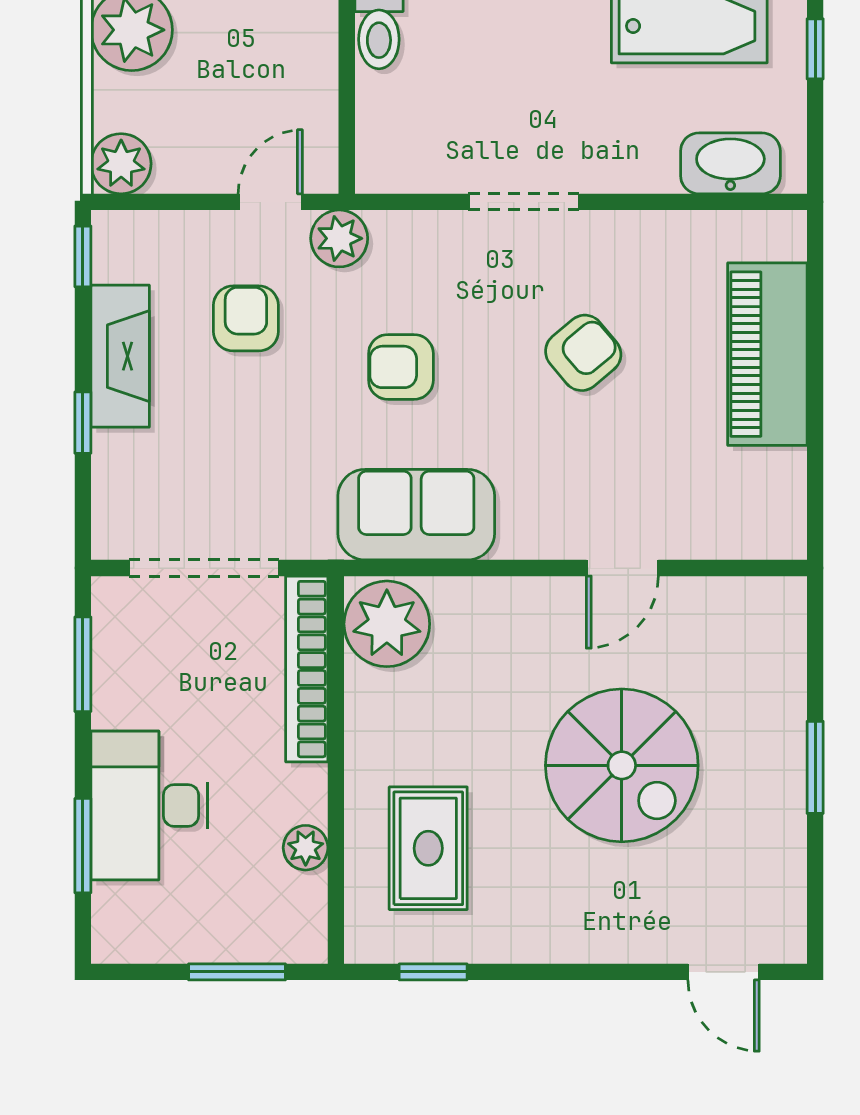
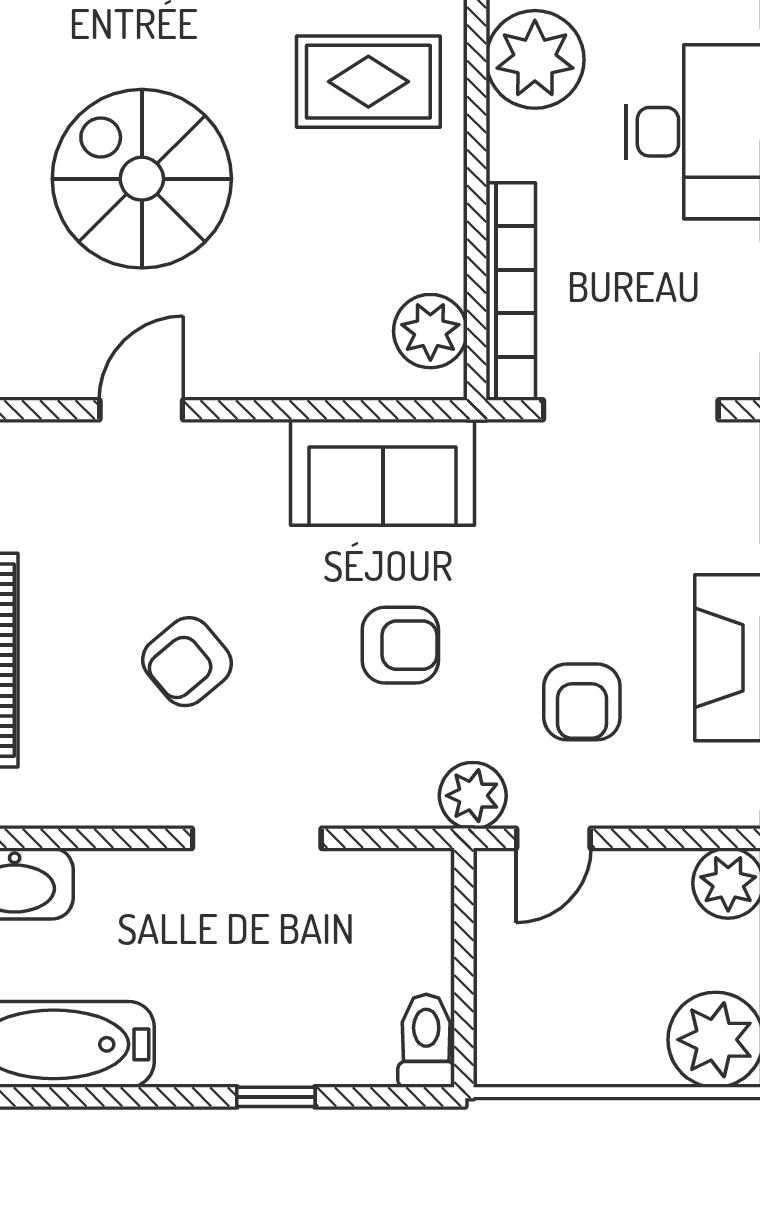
plant: (387, 624) -> (430, 331), width x0.73, depth x0.73
plant: (306, 848) -> (535, 59), width x1.88, depth x1.88
rug: (428, 848) -> (368, 82), turned 90

